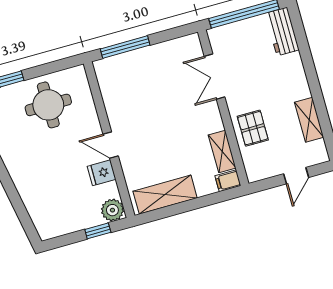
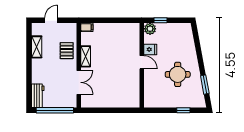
window: (125, 47) -> (120, 110), removed
round table: (48, 105) -> (178, 74), moved
shelving: (222, 151) -> (86, 56), moved
shelving: (165, 195) -> (121, 29), removed

